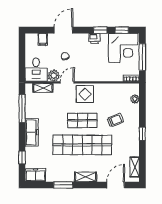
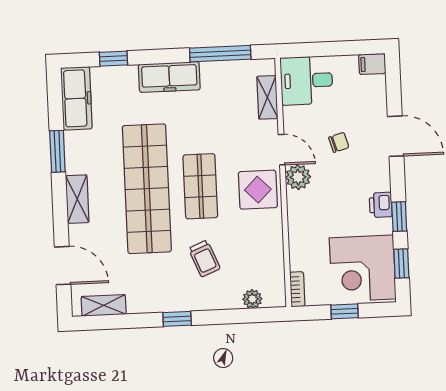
filing cabinet: (43, 39) -> (372, 64), moved
window: (142, 57) -> (345, 311), width x0.46
plant: (54, 76) -> (298, 177), moved
freezer: (35, 175) -> (76, 98), width x1.40

